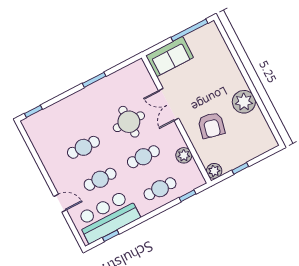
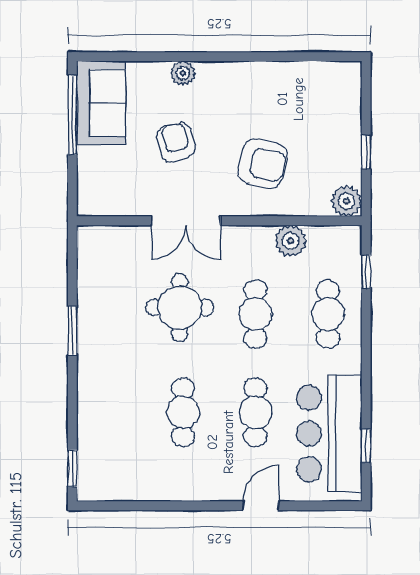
sofa: (170, 57) -> (101, 103), moved
armchair: (201, 82) -> (176, 142), added
plant: (244, 102) -> (183, 73), moved, width x0.53, depth x0.53

